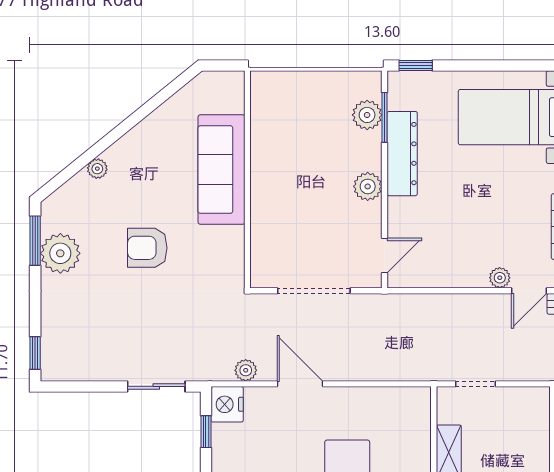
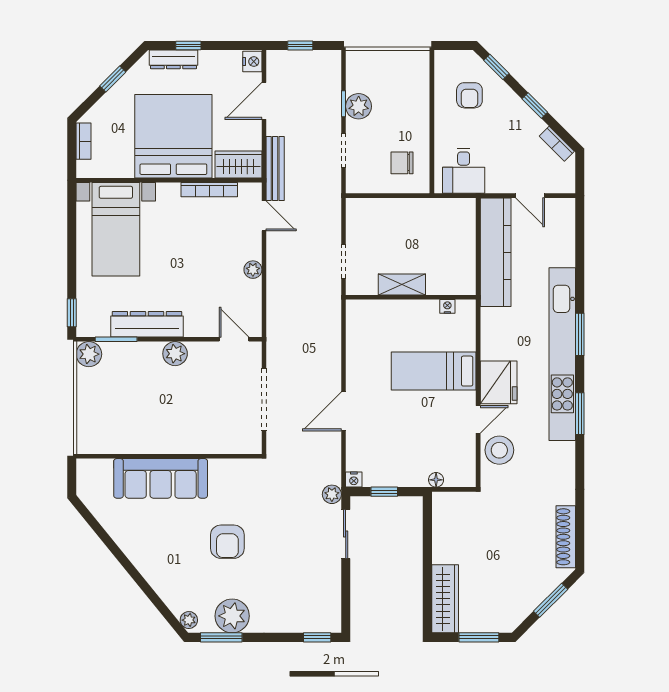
plant: (367, 115) -> (89, 354), moved
plant: (97, 169) -> (189, 620), moved
plant: (500, 278) -> (253, 270), moved
plant: (246, 370) -> (332, 494), moved
nightstand: (227, 404) -> (354, 480), width x0.53, depth x0.56

